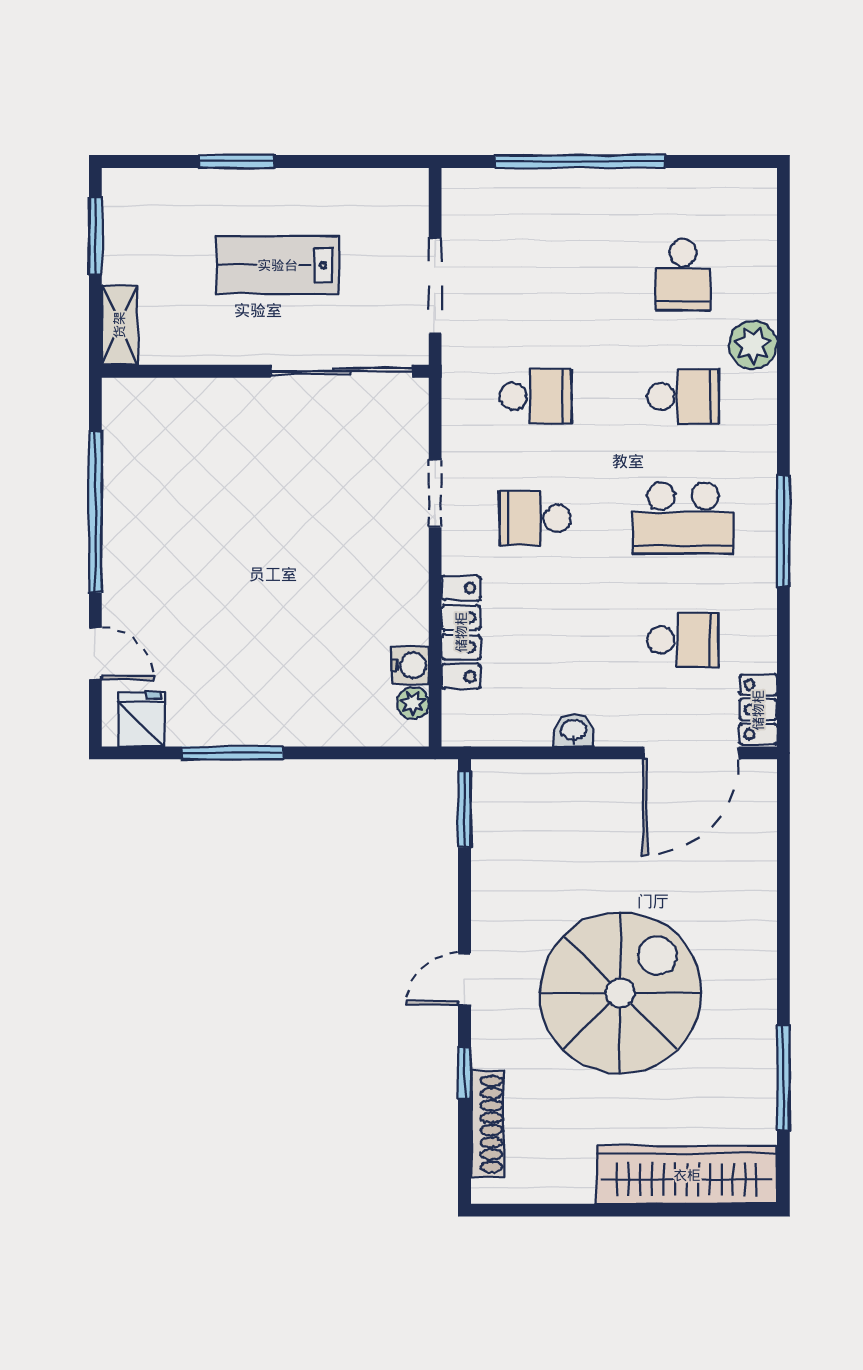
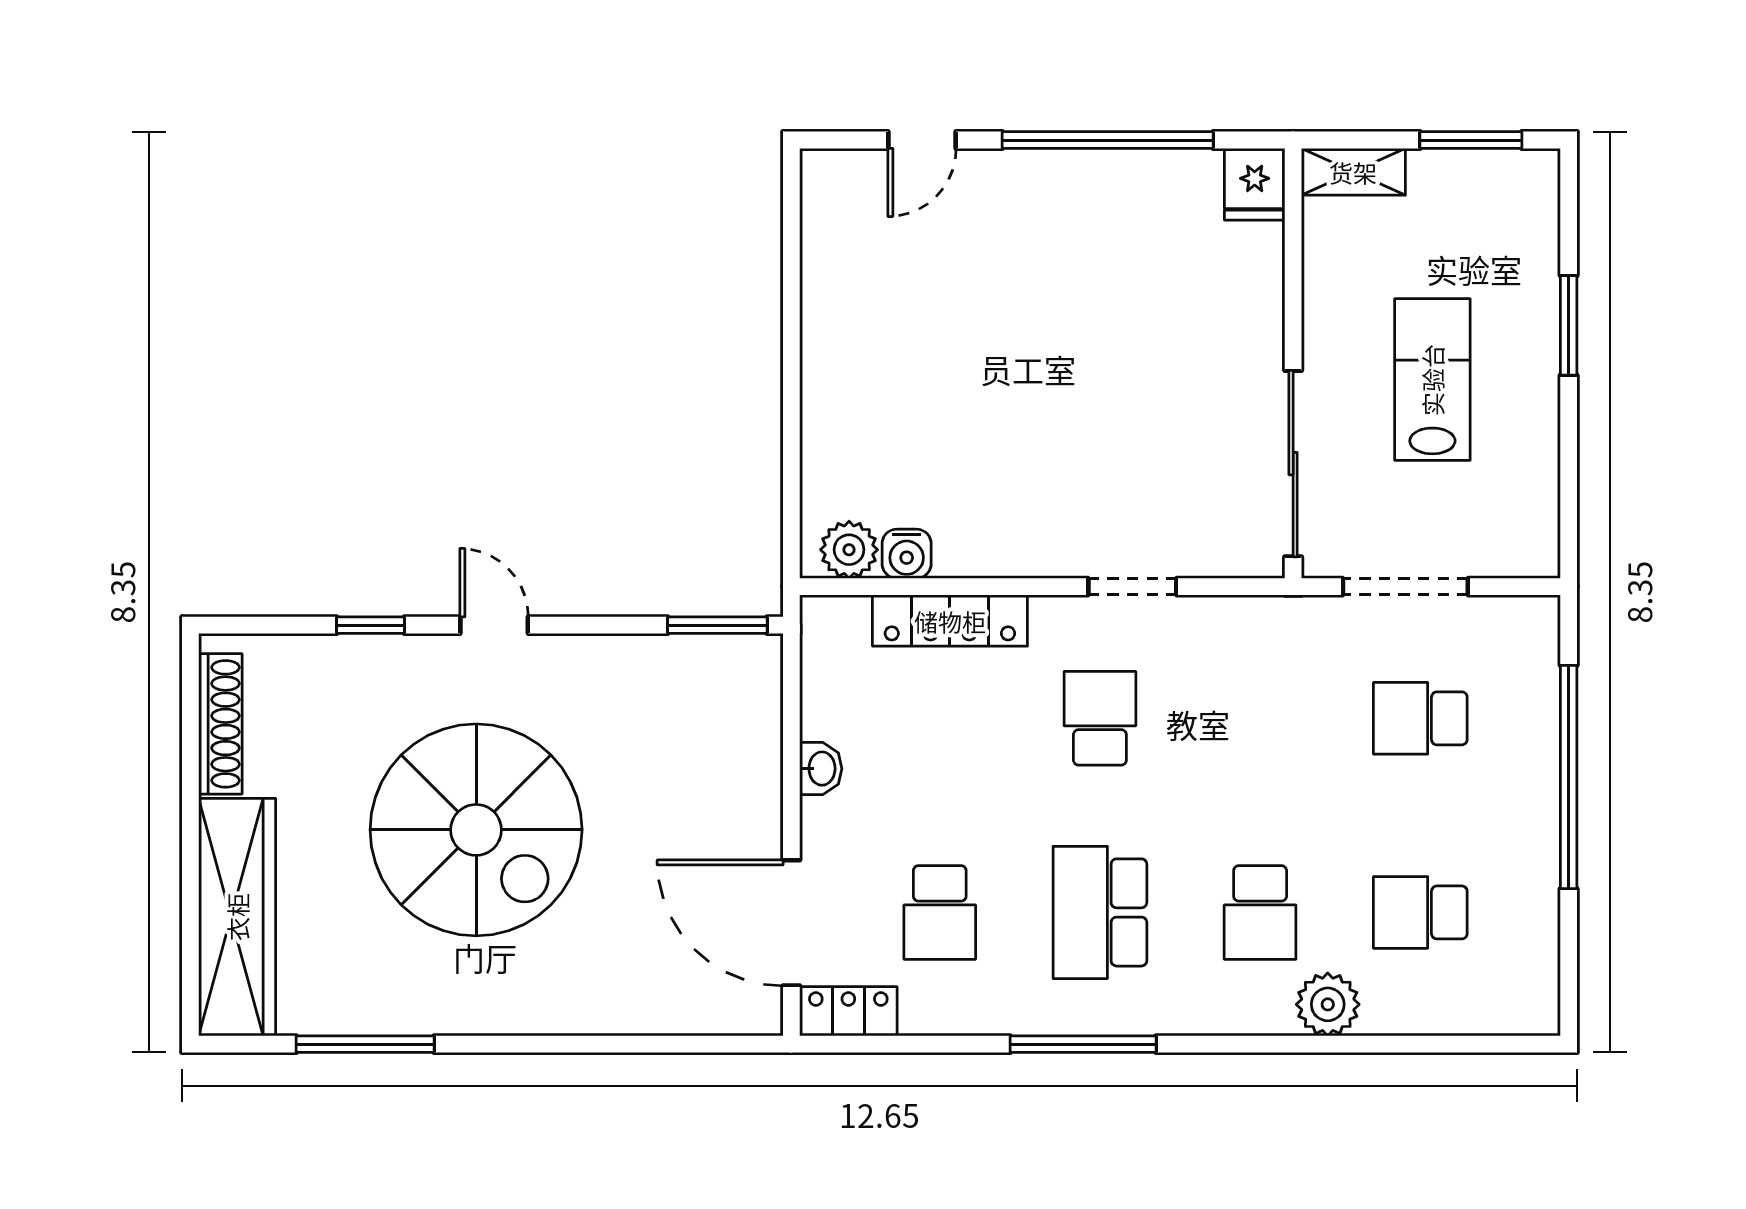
school desk: (535, 396) -> (1420, 718), moved, turned 90
plant: (413, 703) -> (849, 550), width x1.38, depth x1.38
fridge: (141, 719) -> (1255, 184), moved, turned 90
window: (232, 753) -> (791, 320), removed
shoe rack: (487, 1124) -> (220, 724), moved, turned -90

